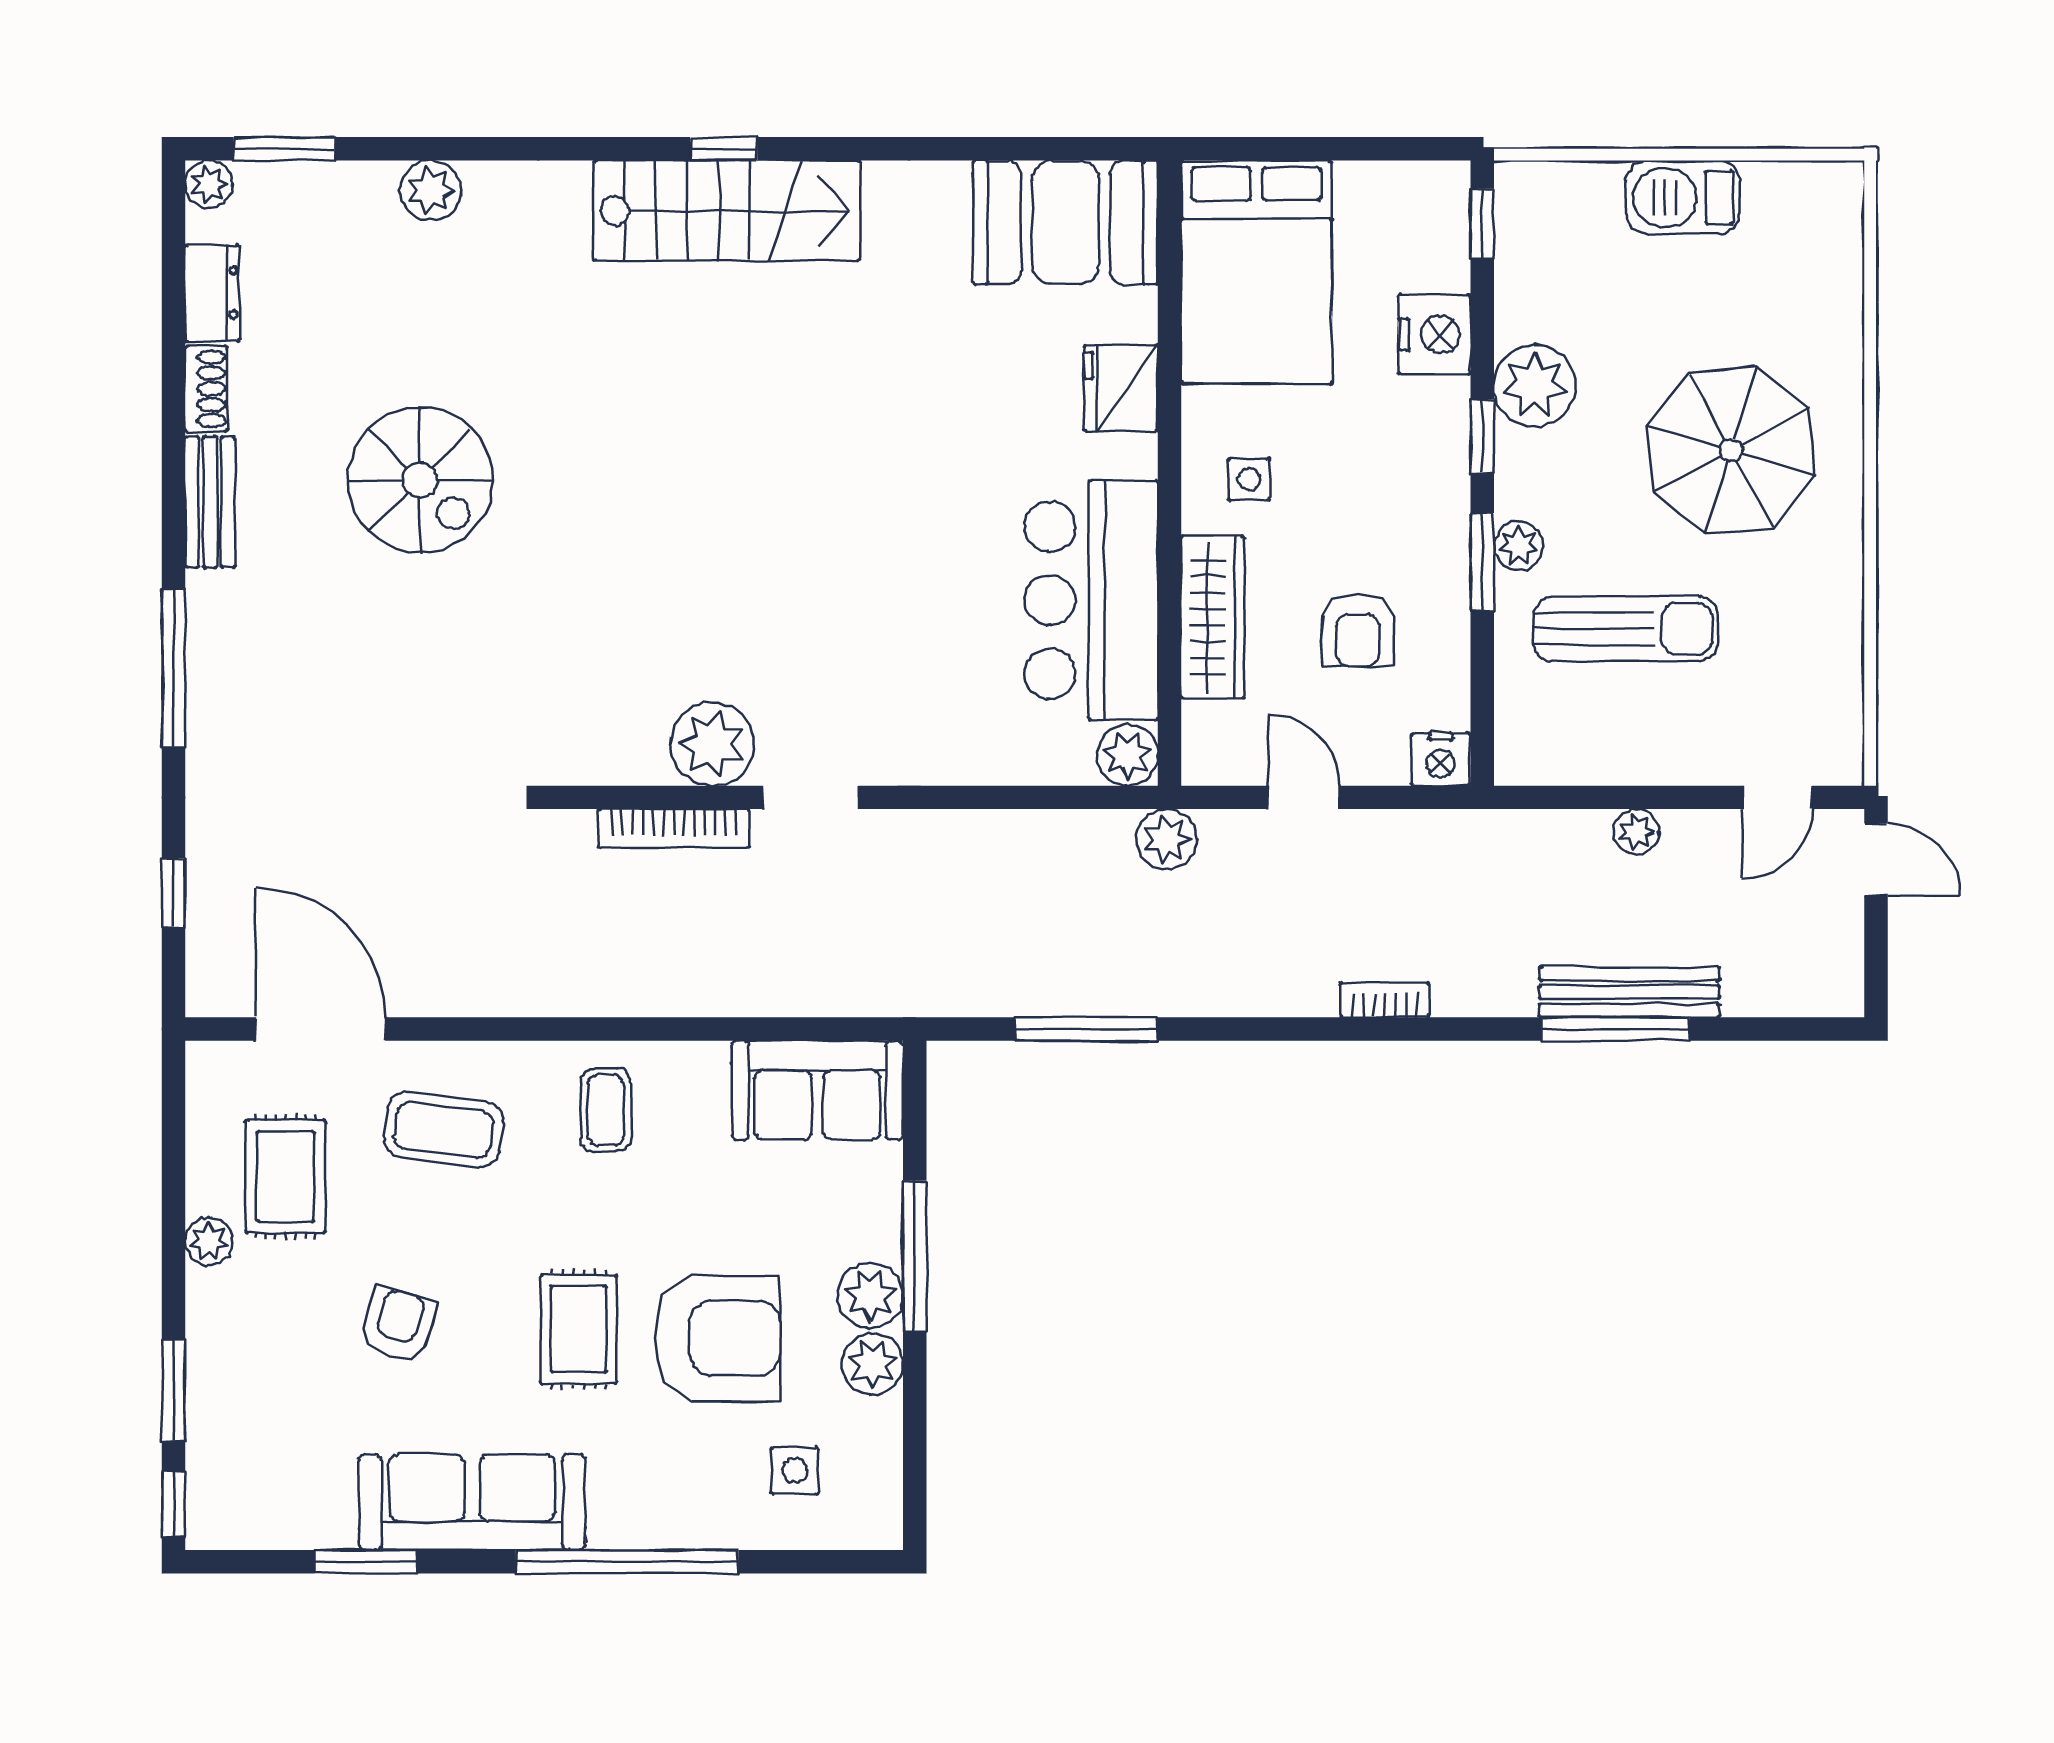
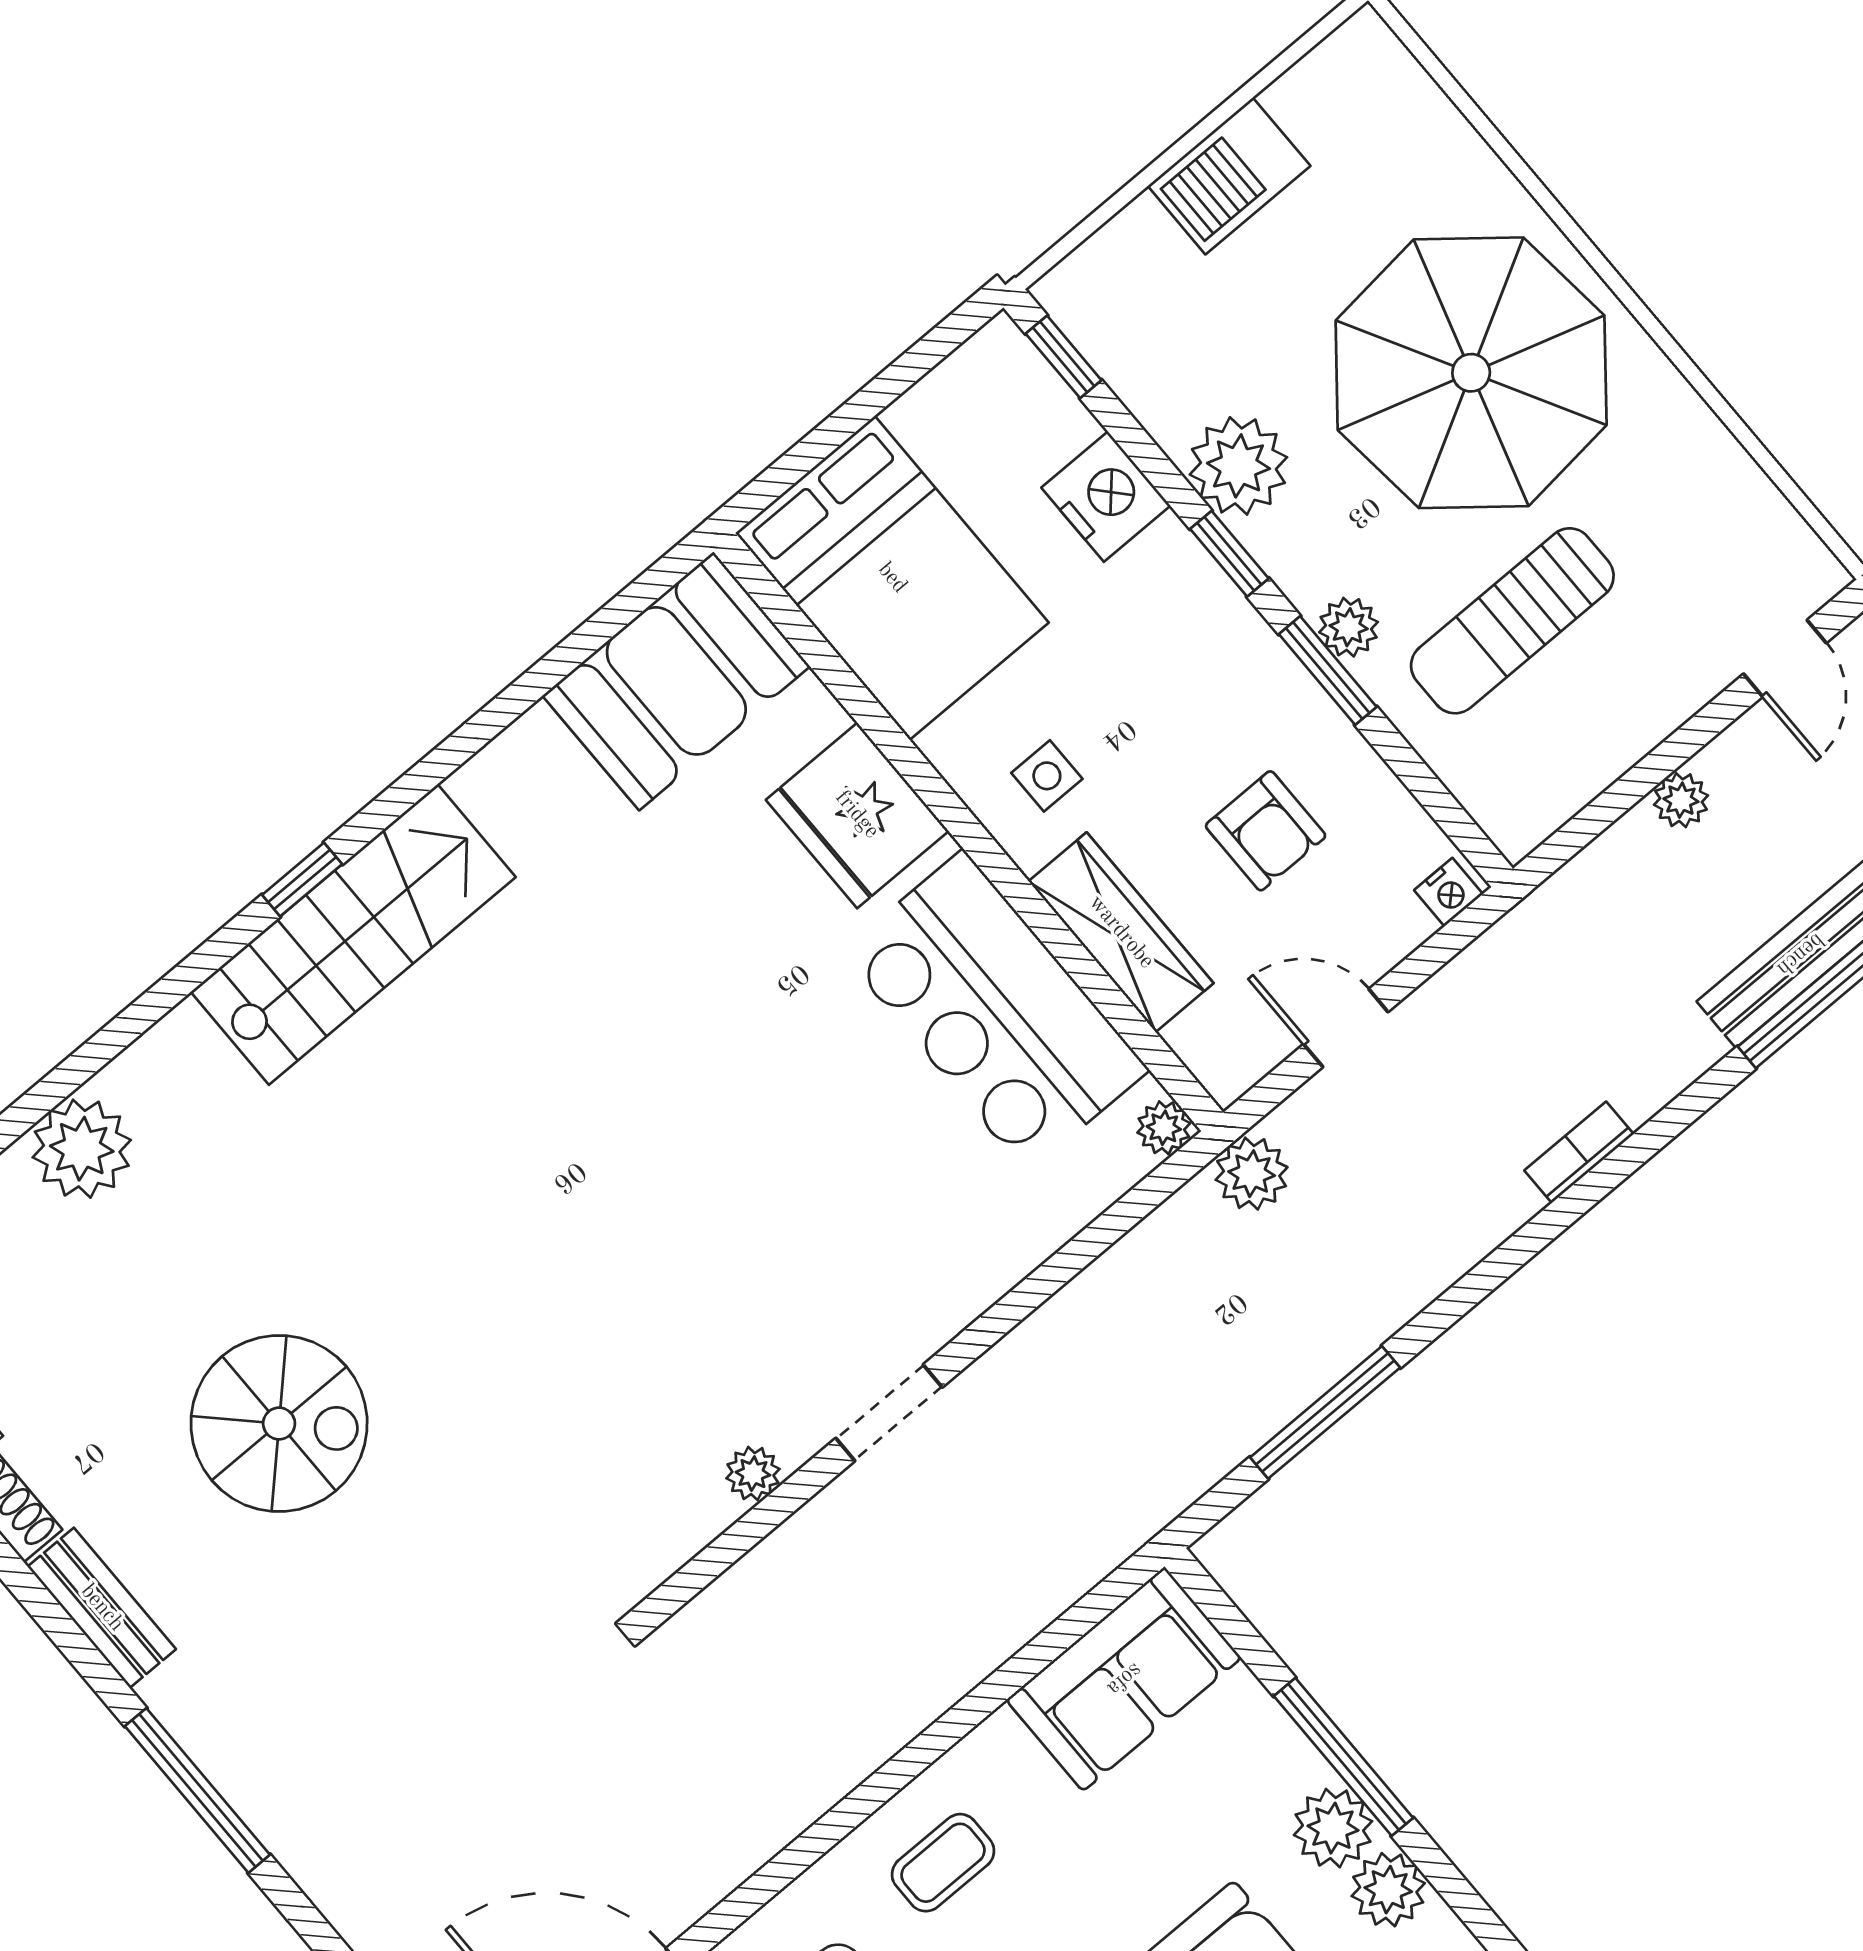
plant: (431, 191) -> (82, 1149), width x1.36, depth x1.36
fridge: (1121, 388) -> (857, 815), width x1.36, depth x1.34
parasol: (1731, 450) -> (1471, 373), width x1.36, depth x1.36
sun lounger: (1625, 629) -> (1512, 621), turned 180
plant: (712, 744) -> (753, 1474), width x0.53, depth x0.53
plant: (1127, 755) -> (1164, 1128), width x0.73, depth x0.73
nightstand: (1441, 759) -> (1449, 892), width x0.72, depth x0.74
bookcase: (674, 828) -> (786, 1548), removed
coffee table: (606, 1110) -> (943, 1863), turned 90

